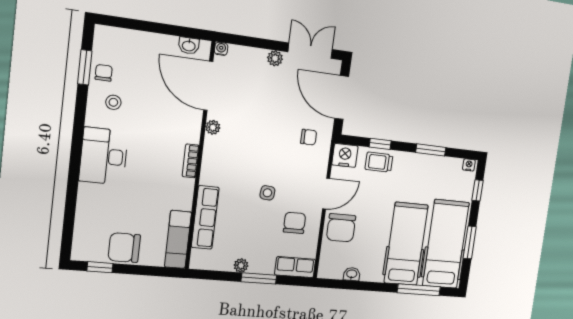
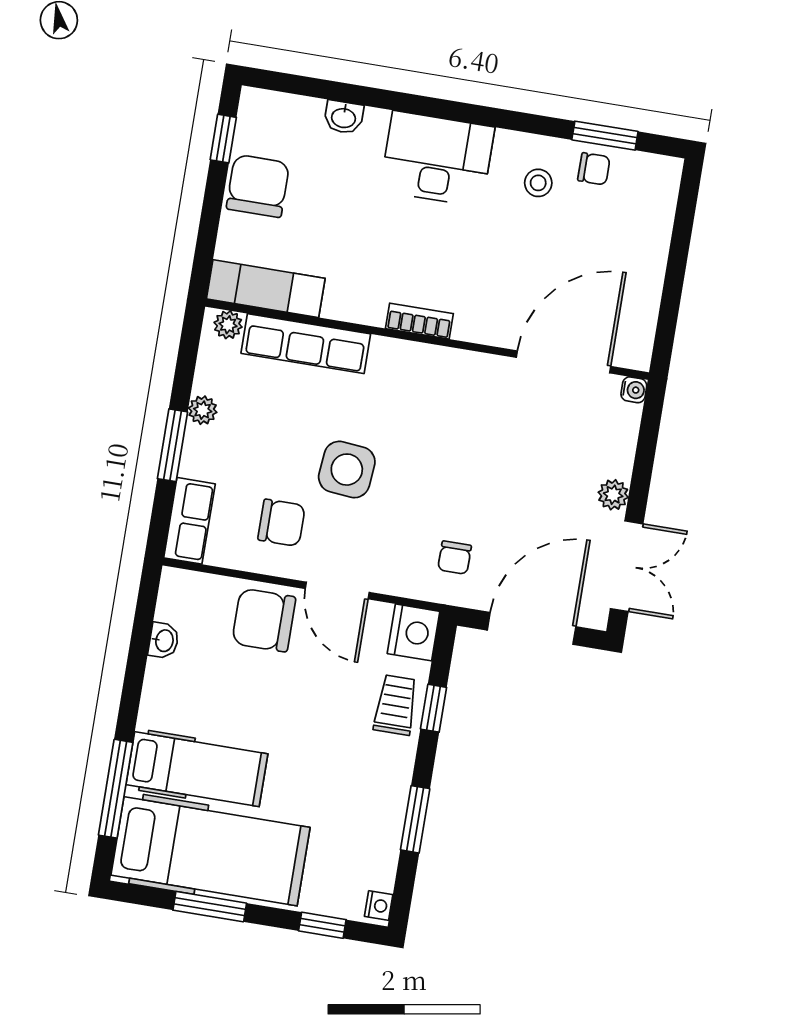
washbasin: (189, 46) -> (344, 117), moved, turned -90
plant: (213, 127) -> (228, 325), moved
side table: (267, 193) -> (347, 470), width x1.87, depth x1.87
hospital bed: (406, 244) -> (197, 769), width x0.73, depth x0.78

